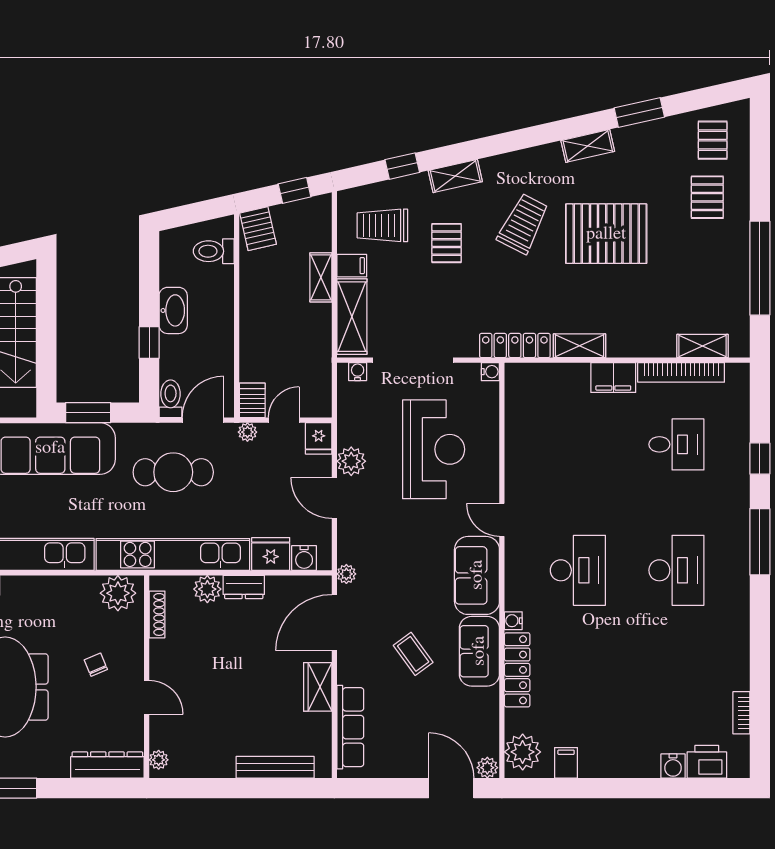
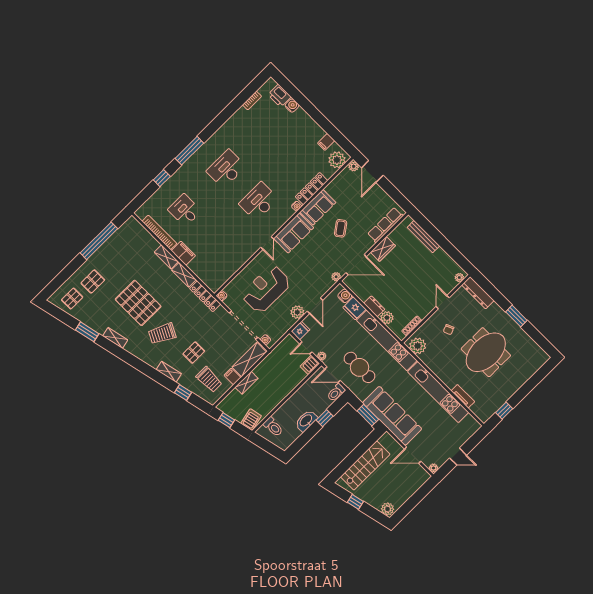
shelving: (703, 346) -> (166, 257), moved

